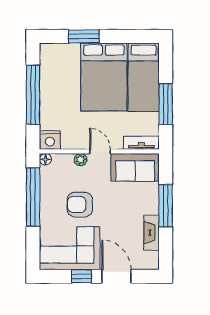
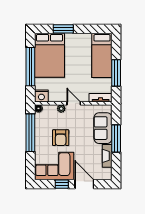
bed: (104, 77) -> (50, 55), moved
sofa: (135, 167) -> (103, 128), moved, turned 90
armchair: (80, 205) -> (61, 138), turned -90

